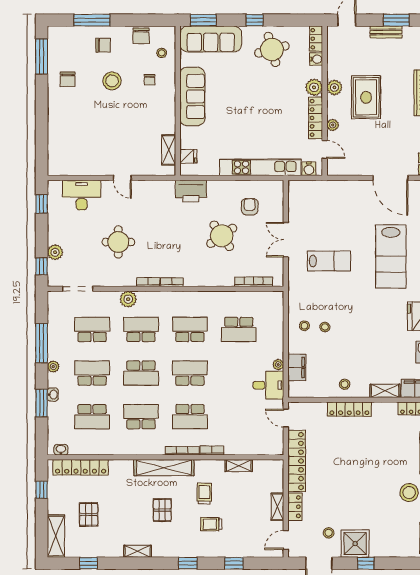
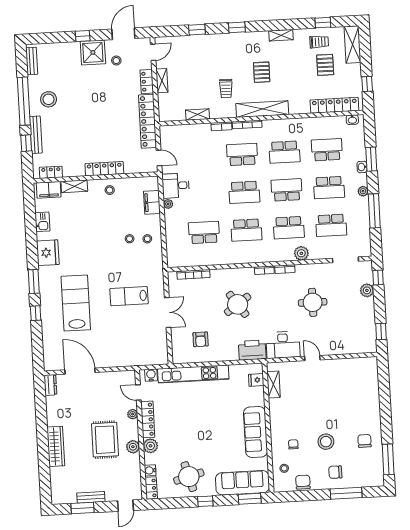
desk: (82, 195) -> (283, 345), moved
round table: (222, 236) -> (238, 304), moved
trolley: (211, 524) -> (319, 42), moved

